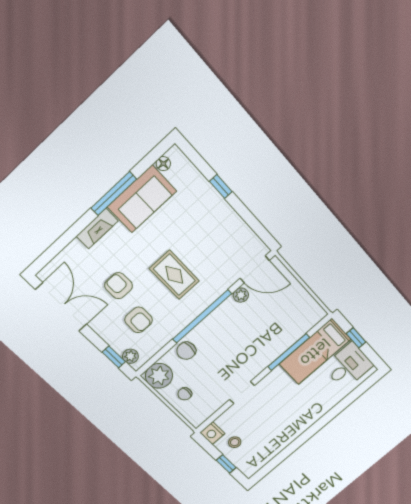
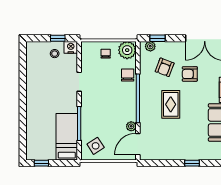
rug: (174, 275) -> (171, 104), turned 90
armchair: (119, 286) -> (190, 74), turned 180
side table: (298, 313) -> (96, 146), added
armchair: (139, 320) -> (165, 67), turned -70
window: (356, 338) -> (41, 163), moved
desk: (348, 366) -> (43, 147), removed
window: (226, 464) -> (58, 38), moved

